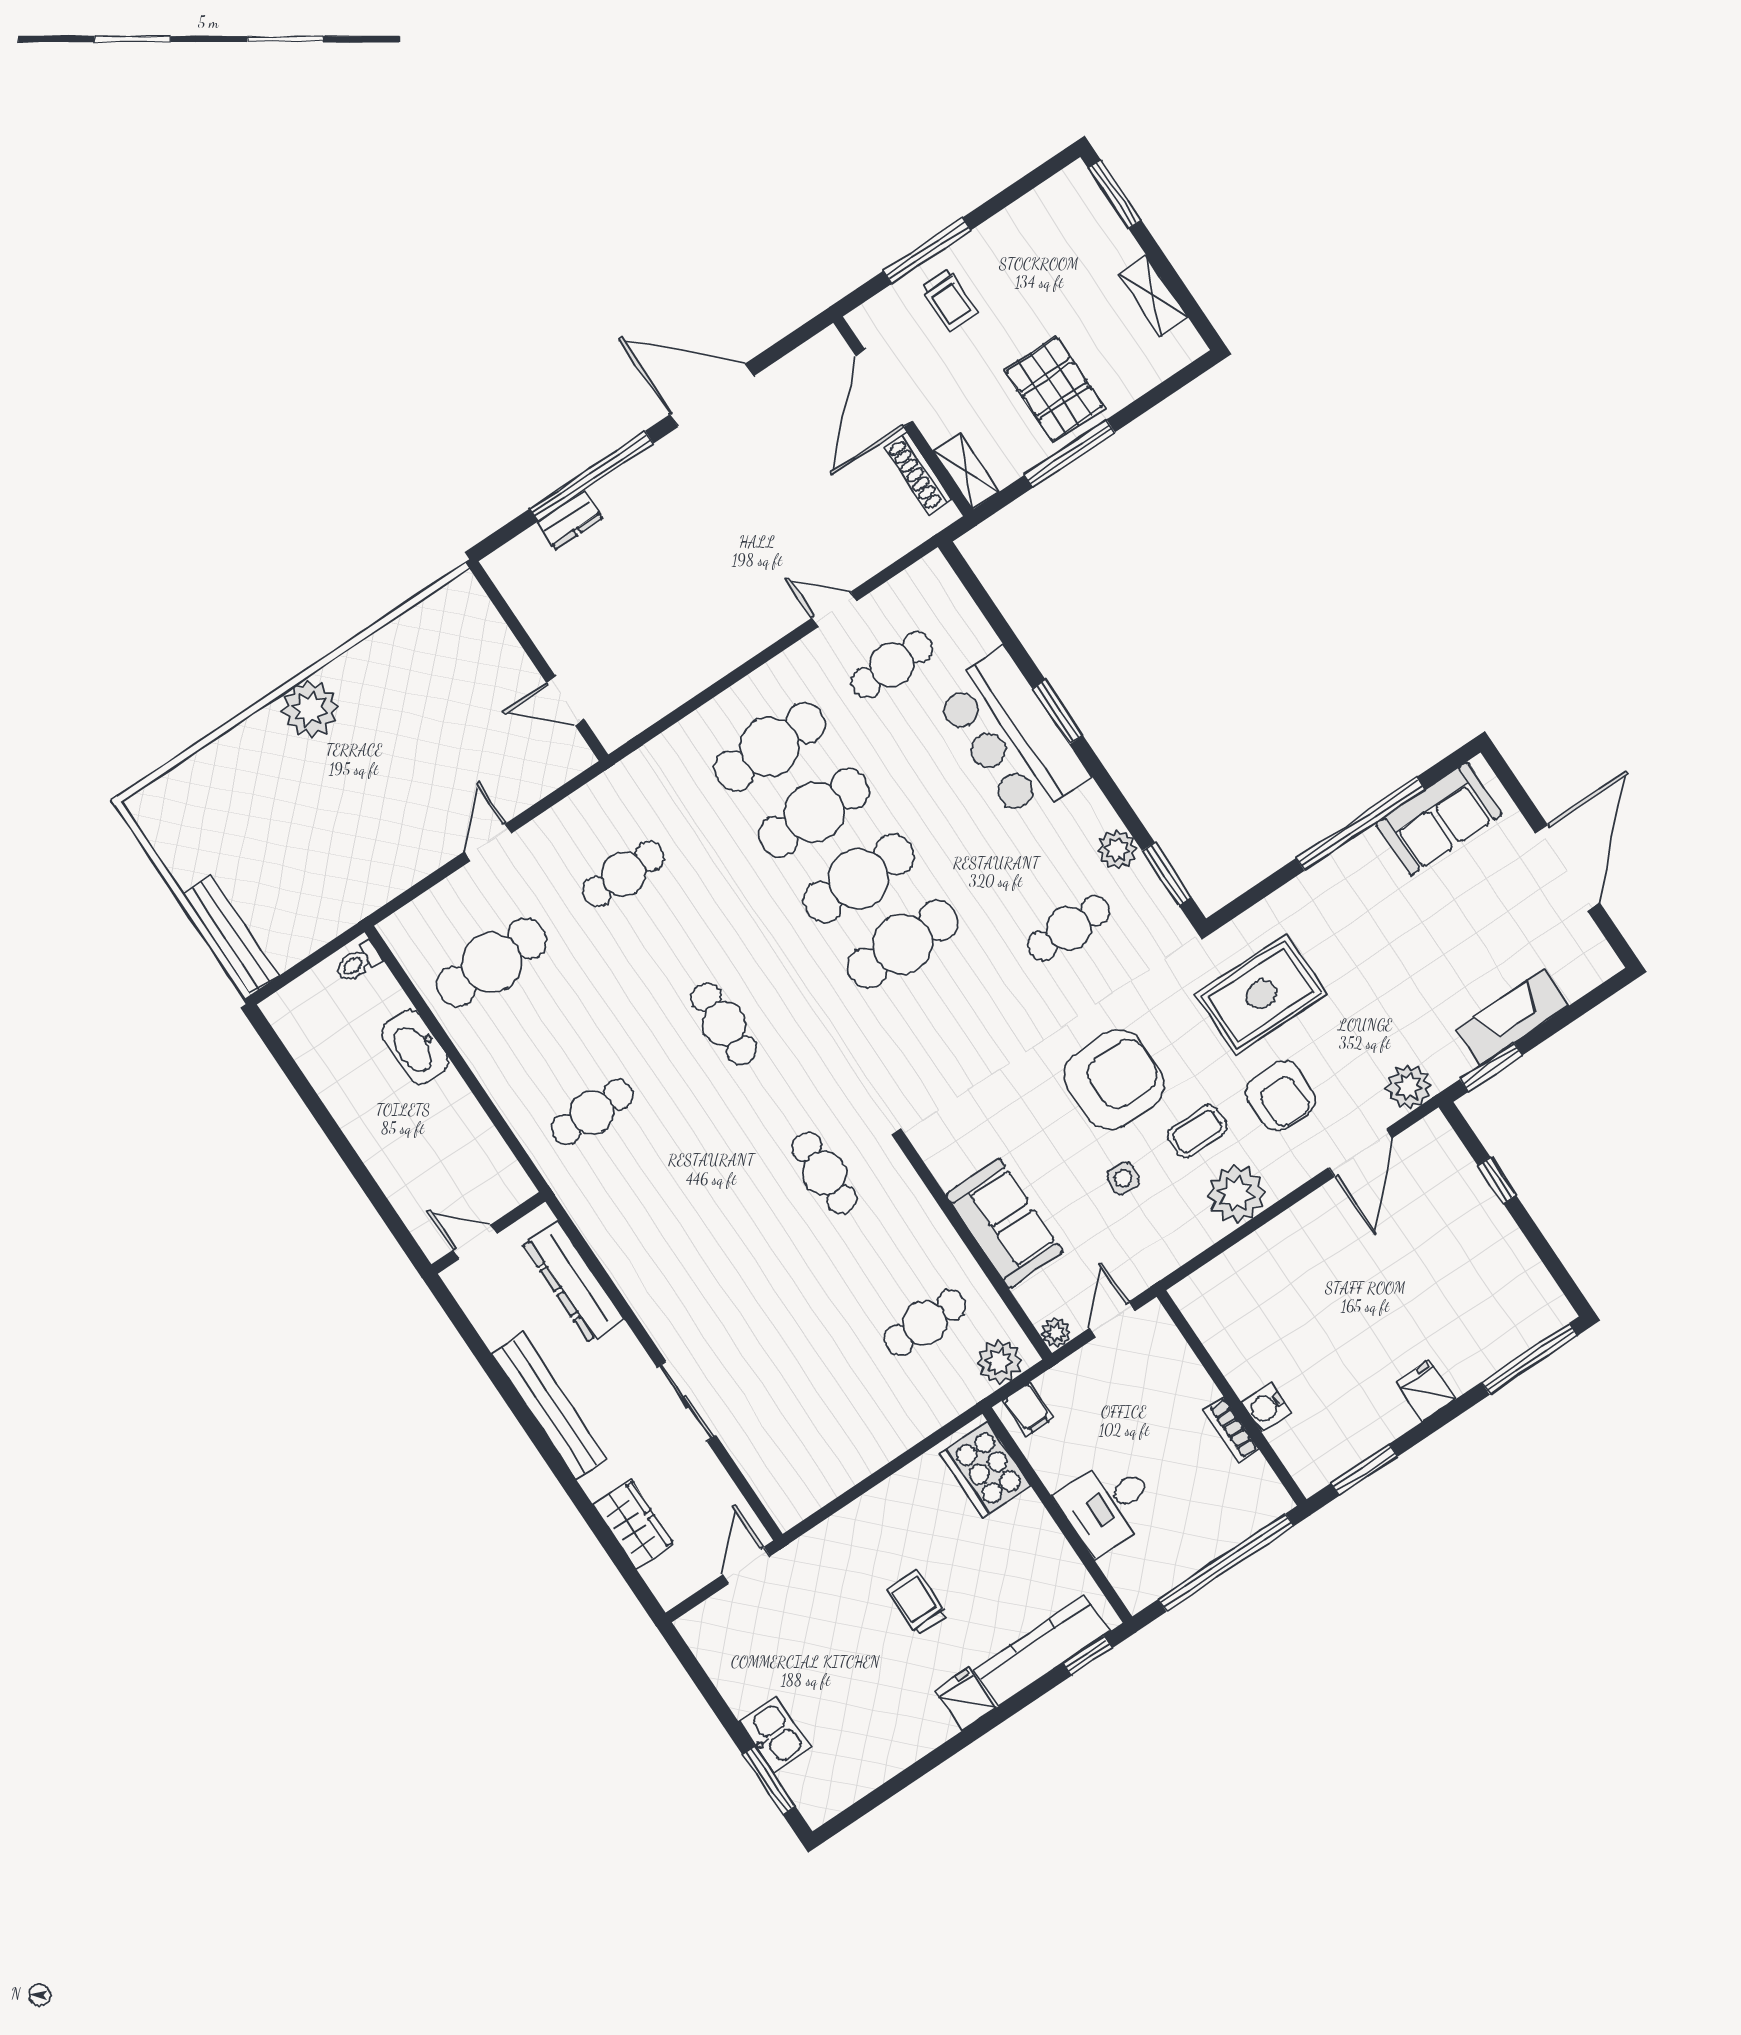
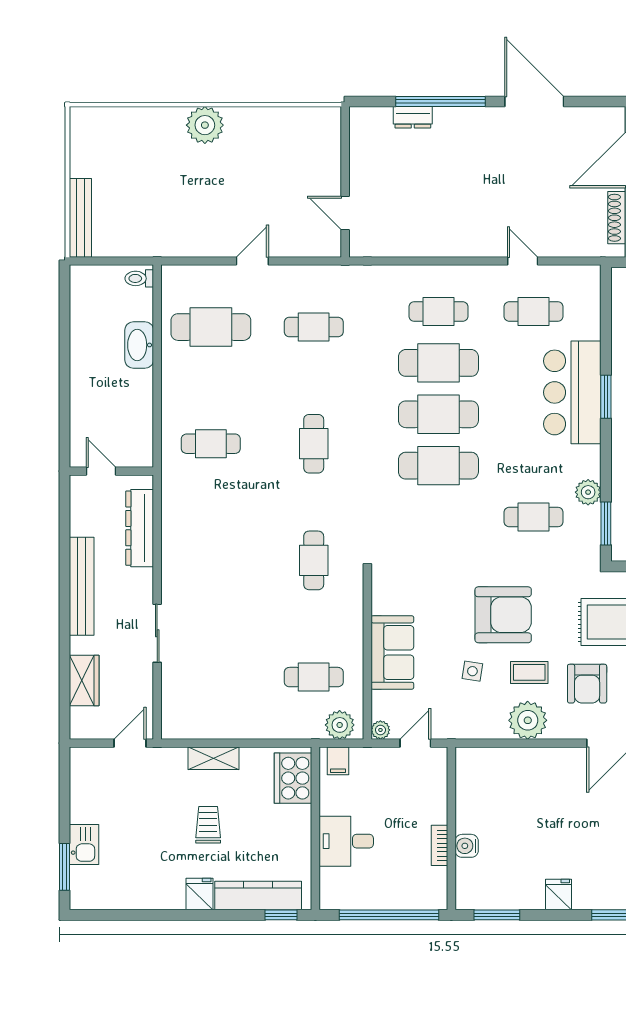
cafe table: (770, 747) -> (438, 312), width x0.73, depth x0.74
shelving: (866, 1513) -> (213, 758), added

